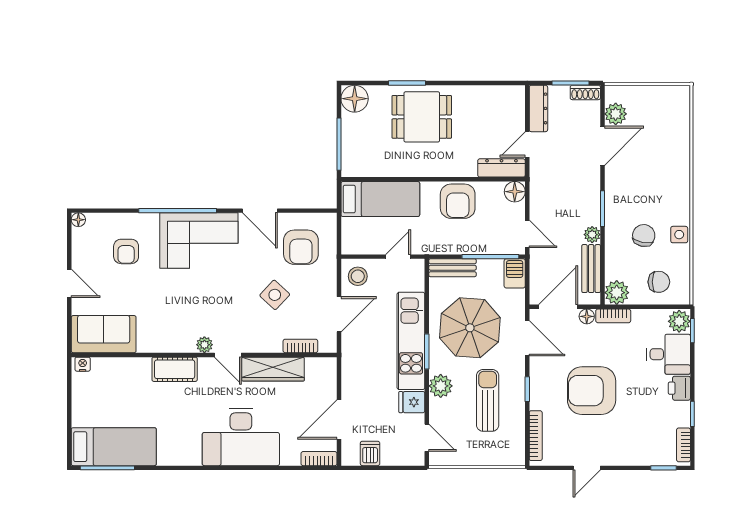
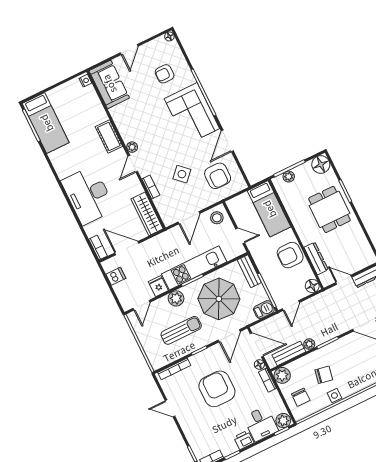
plant: (350, 151) -> (289, 177), added
dresser: (501, 168) -> (316, 258), moved
armchair: (301, 247) -> (218, 176), turned -90
door: (339, 314) -> (189, 218), hinge flipped
bookcase: (300, 346) -> (151, 187), moved
wardrobe: (273, 369) -> (147, 214), moved

